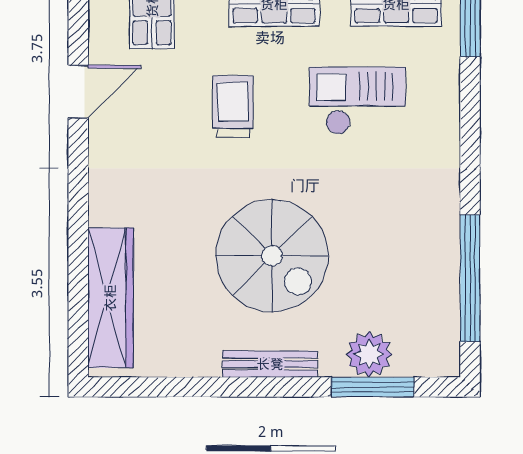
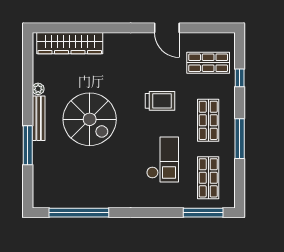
spiral stairs: (272, 256) -> (90, 119), turned -90
plant: (369, 354) -> (38, 89), moved, width x0.53, depth x0.53
window: (373, 387) -> (28, 145), moved

